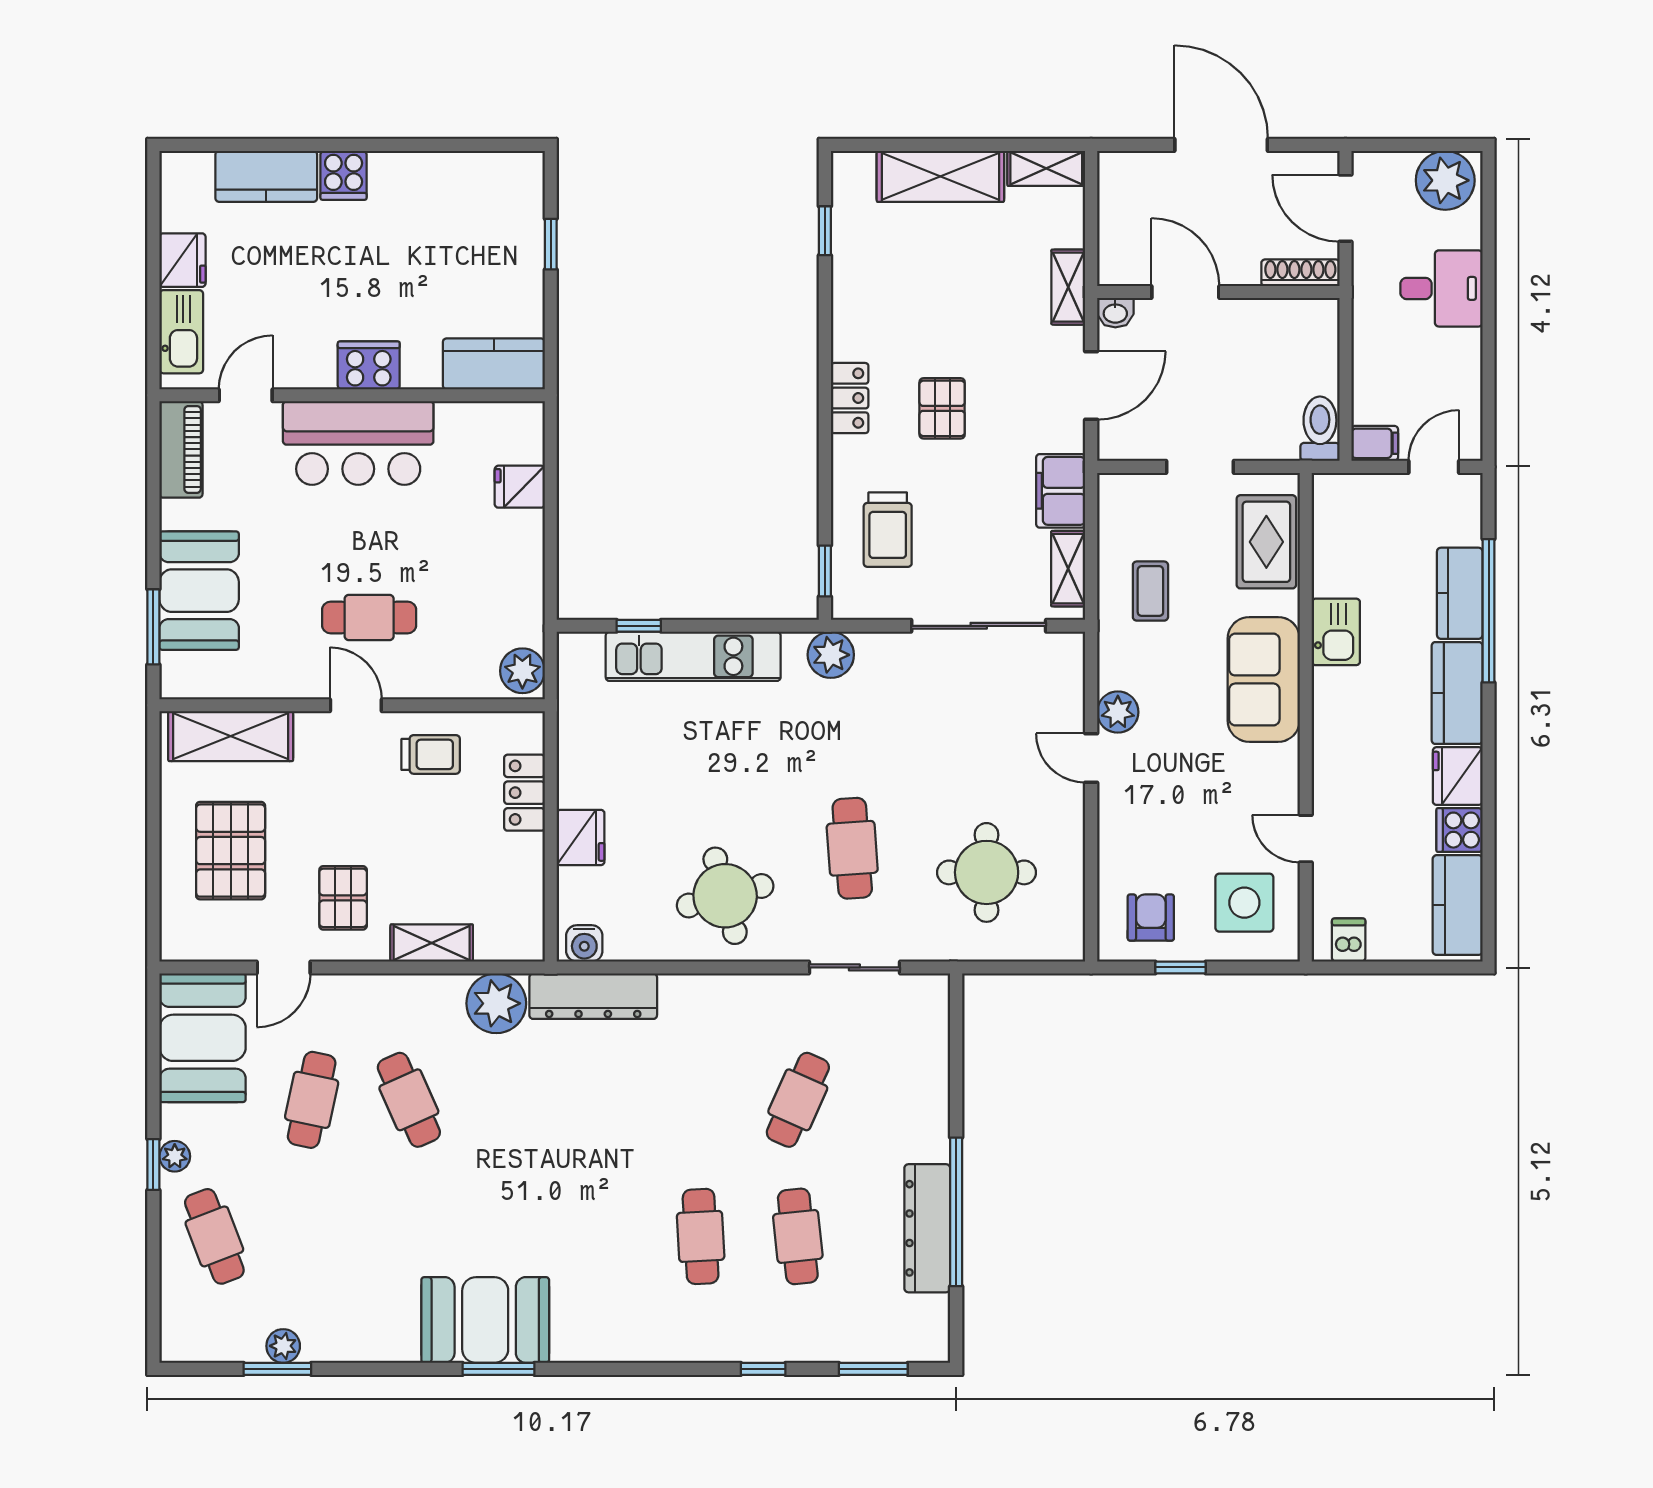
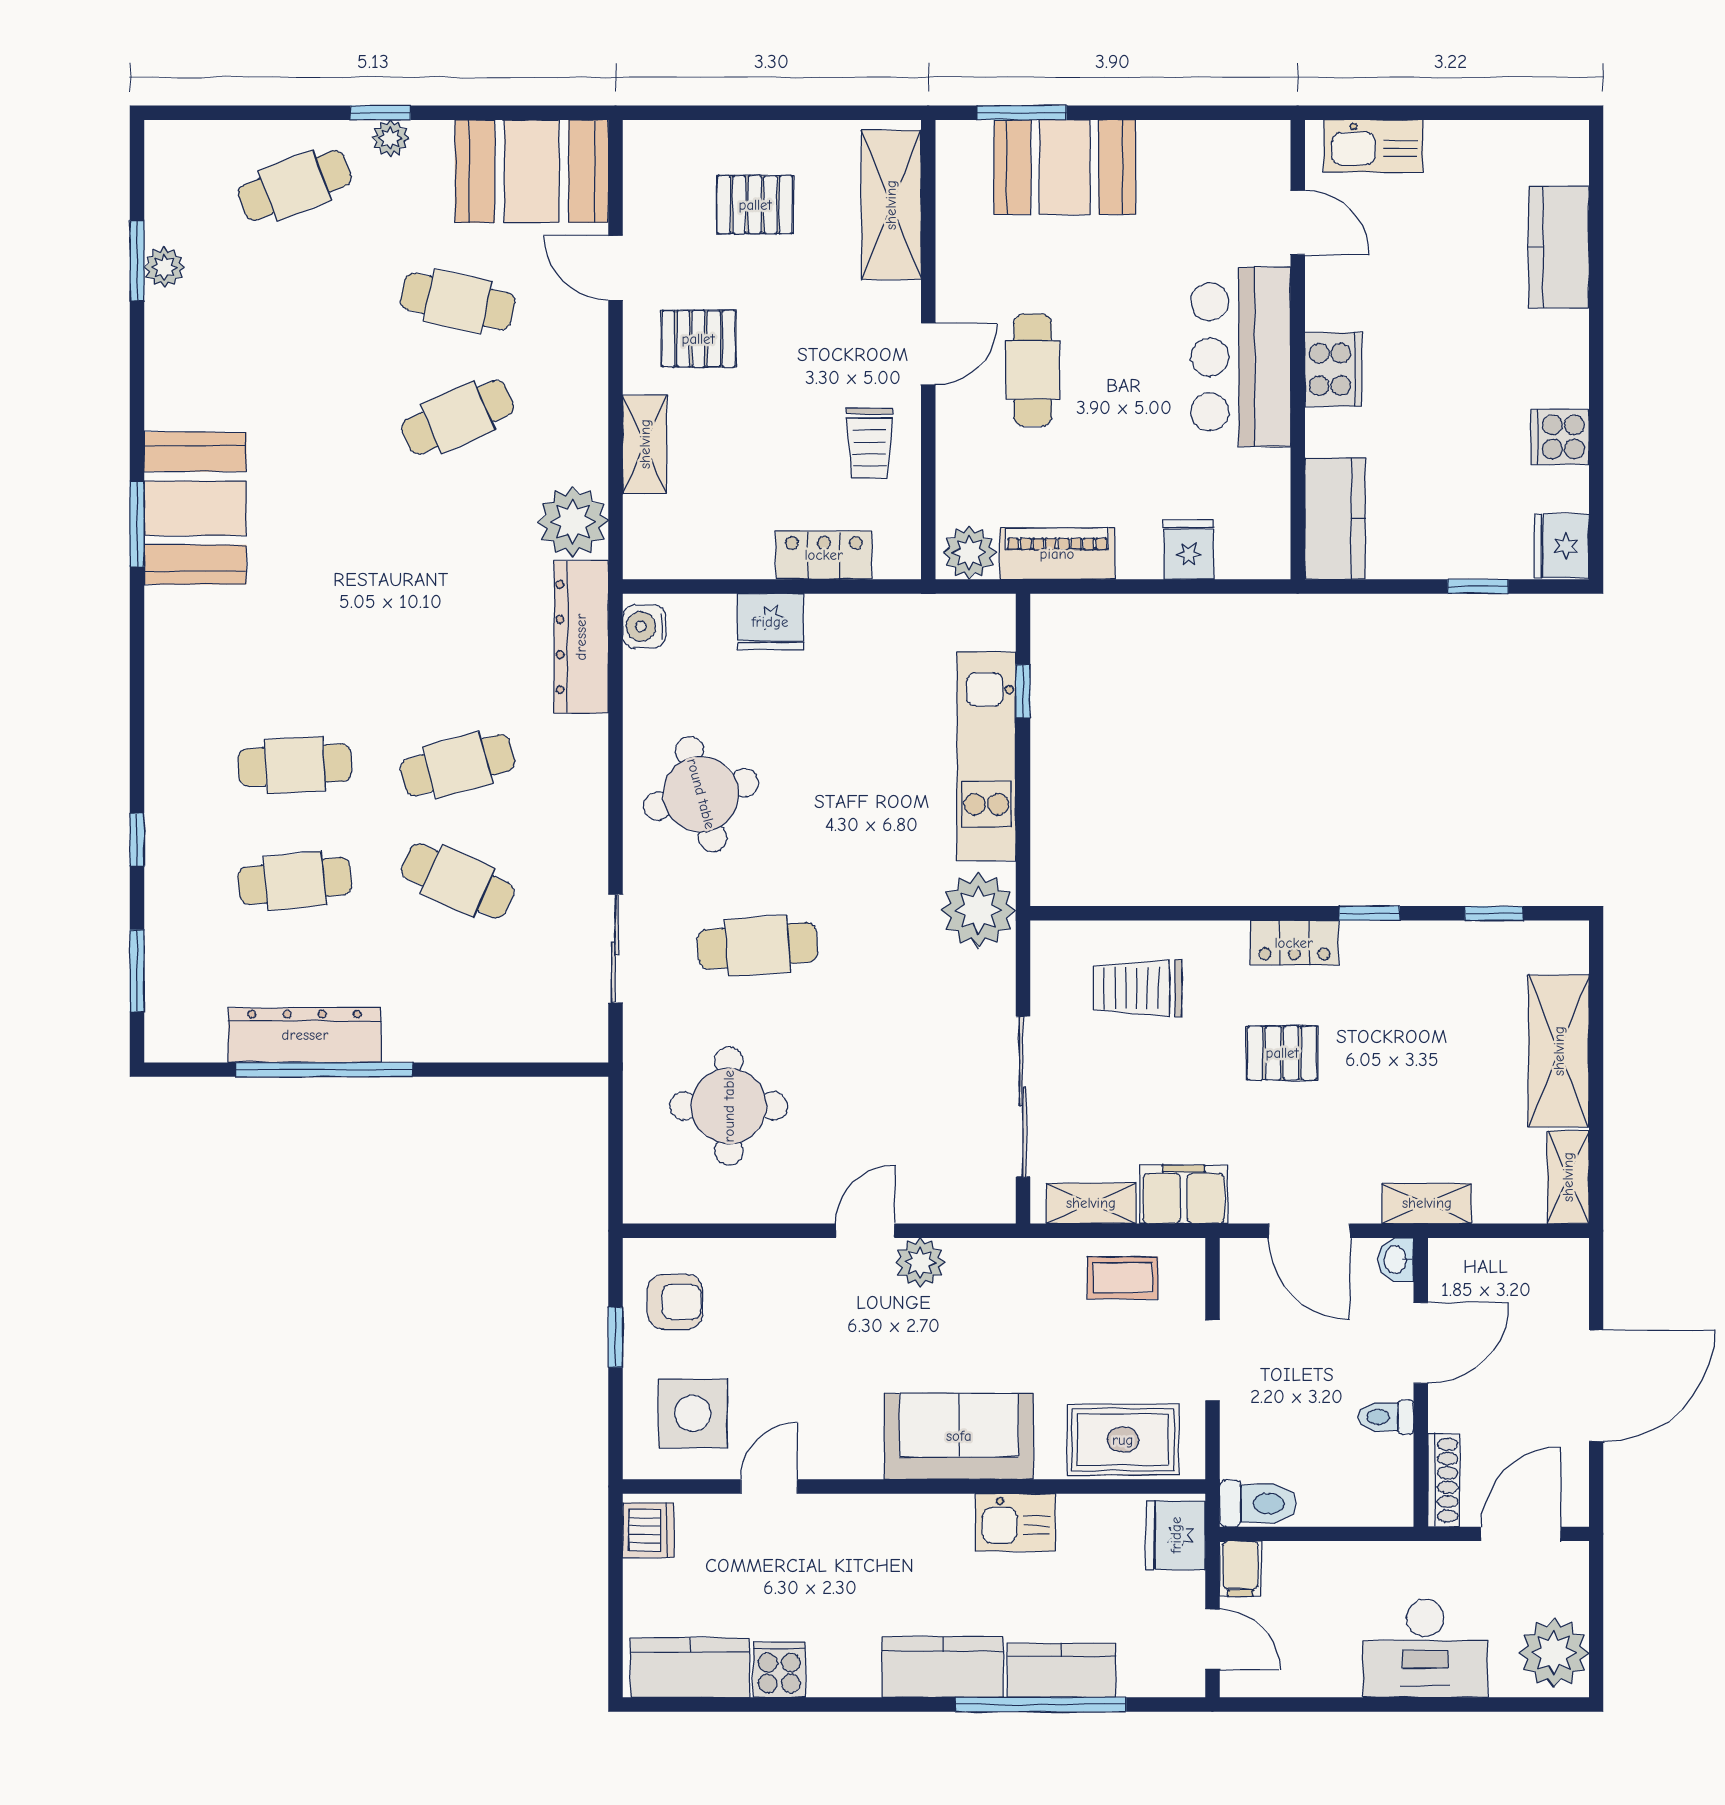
cooker: (344, 175) -> (1560, 437), moved
fridge: (182, 260) -> (1561, 546), moved, turned 90
desk: (1441, 288) -> (1425, 1648), width x1.37
toilet: (1247, 321) -> (1386, 1417), added
piano: (181, 449) -> (1057, 554), moved, turned 180
window: (825, 571) -> (1369, 913), moved
coffee table: (1150, 591) -> (1123, 1278), moved
plant: (831, 655) -> (978, 910), width x1.36, depth x1.36
fridge: (1458, 776) -> (1176, 1535), moved, turned -90
pallet: (231, 851) -> (755, 205), width x0.67, depth x0.71
dishwasher: (1349, 940) -> (648, 1530), width x1.38
cafe table: (701, 1100) -> (458, 765), added

